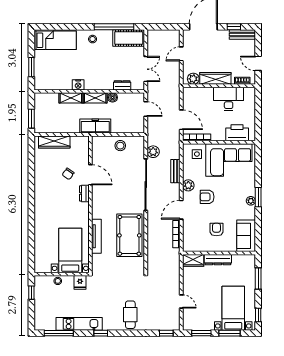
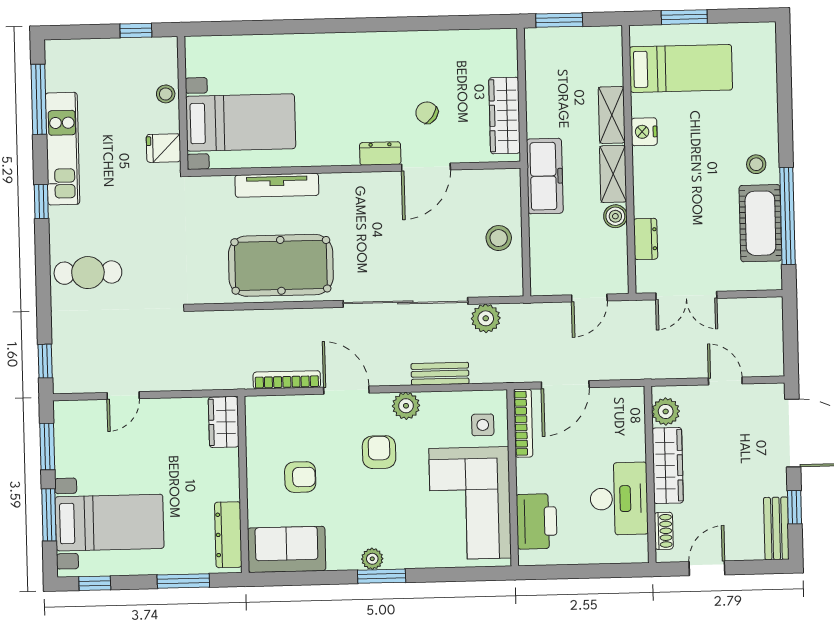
cot: (129, 38) -> (760, 223), moved
bed: (55, 40) -> (681, 68), moved, turned -90
wardrobe: (54, 142) -> (505, 115), moved
dresser: (218, 260) -> (228, 535), moved

